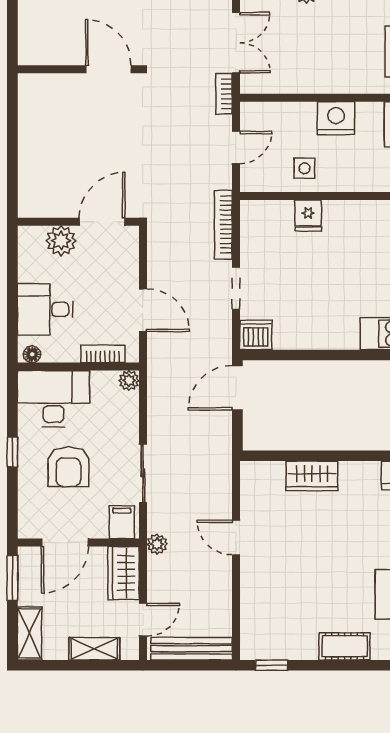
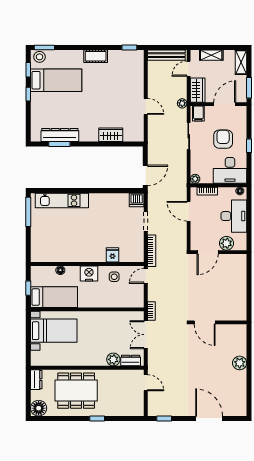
nightstand: (336, 118) -> (89, 273), moved, turned 180
door: (236, 147) -> (146, 276), moved
desk: (45, 309) -> (234, 216), width x1.37

